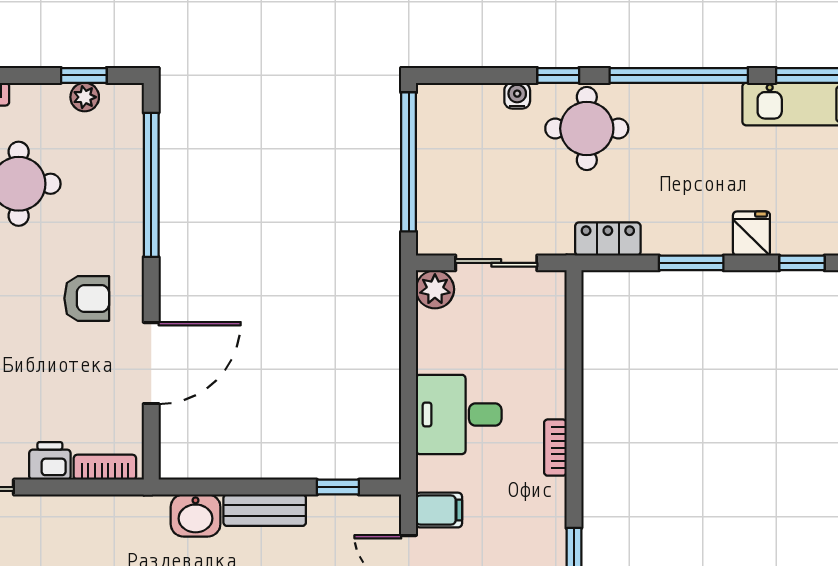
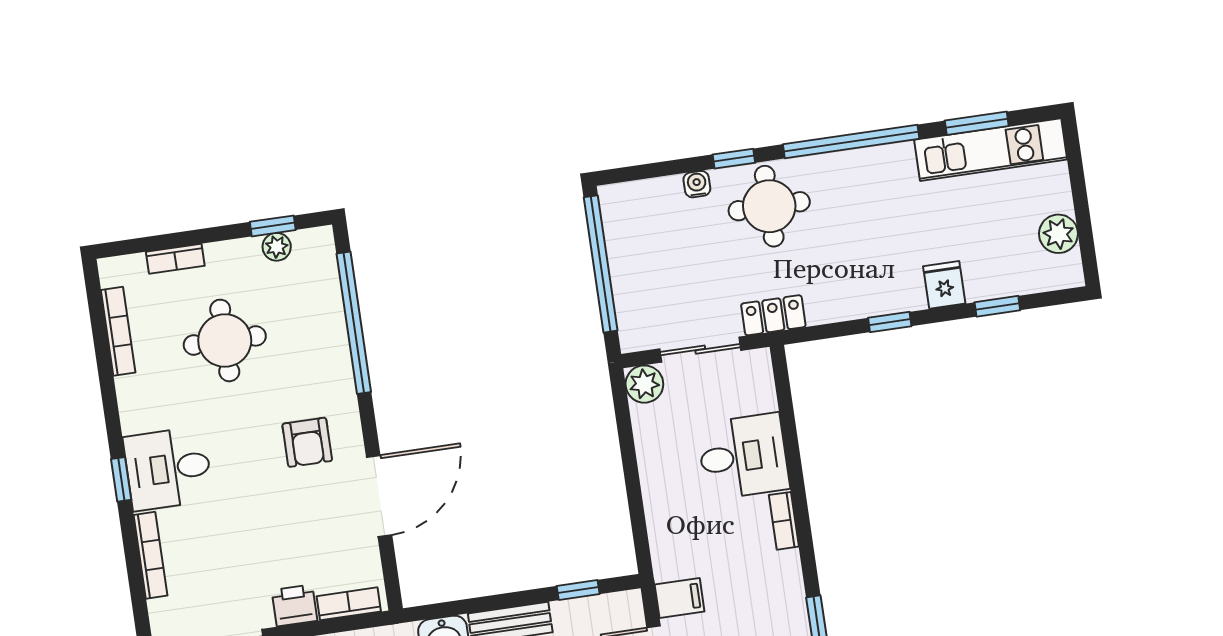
locker: (608, 239) -> (773, 315), moved
window: (691, 263) -> (890, 322), width x0.67
armchair: (87, 298) -> (307, 442), turned 90
desk: (459, 414) -> (743, 456), moved, turned 180

